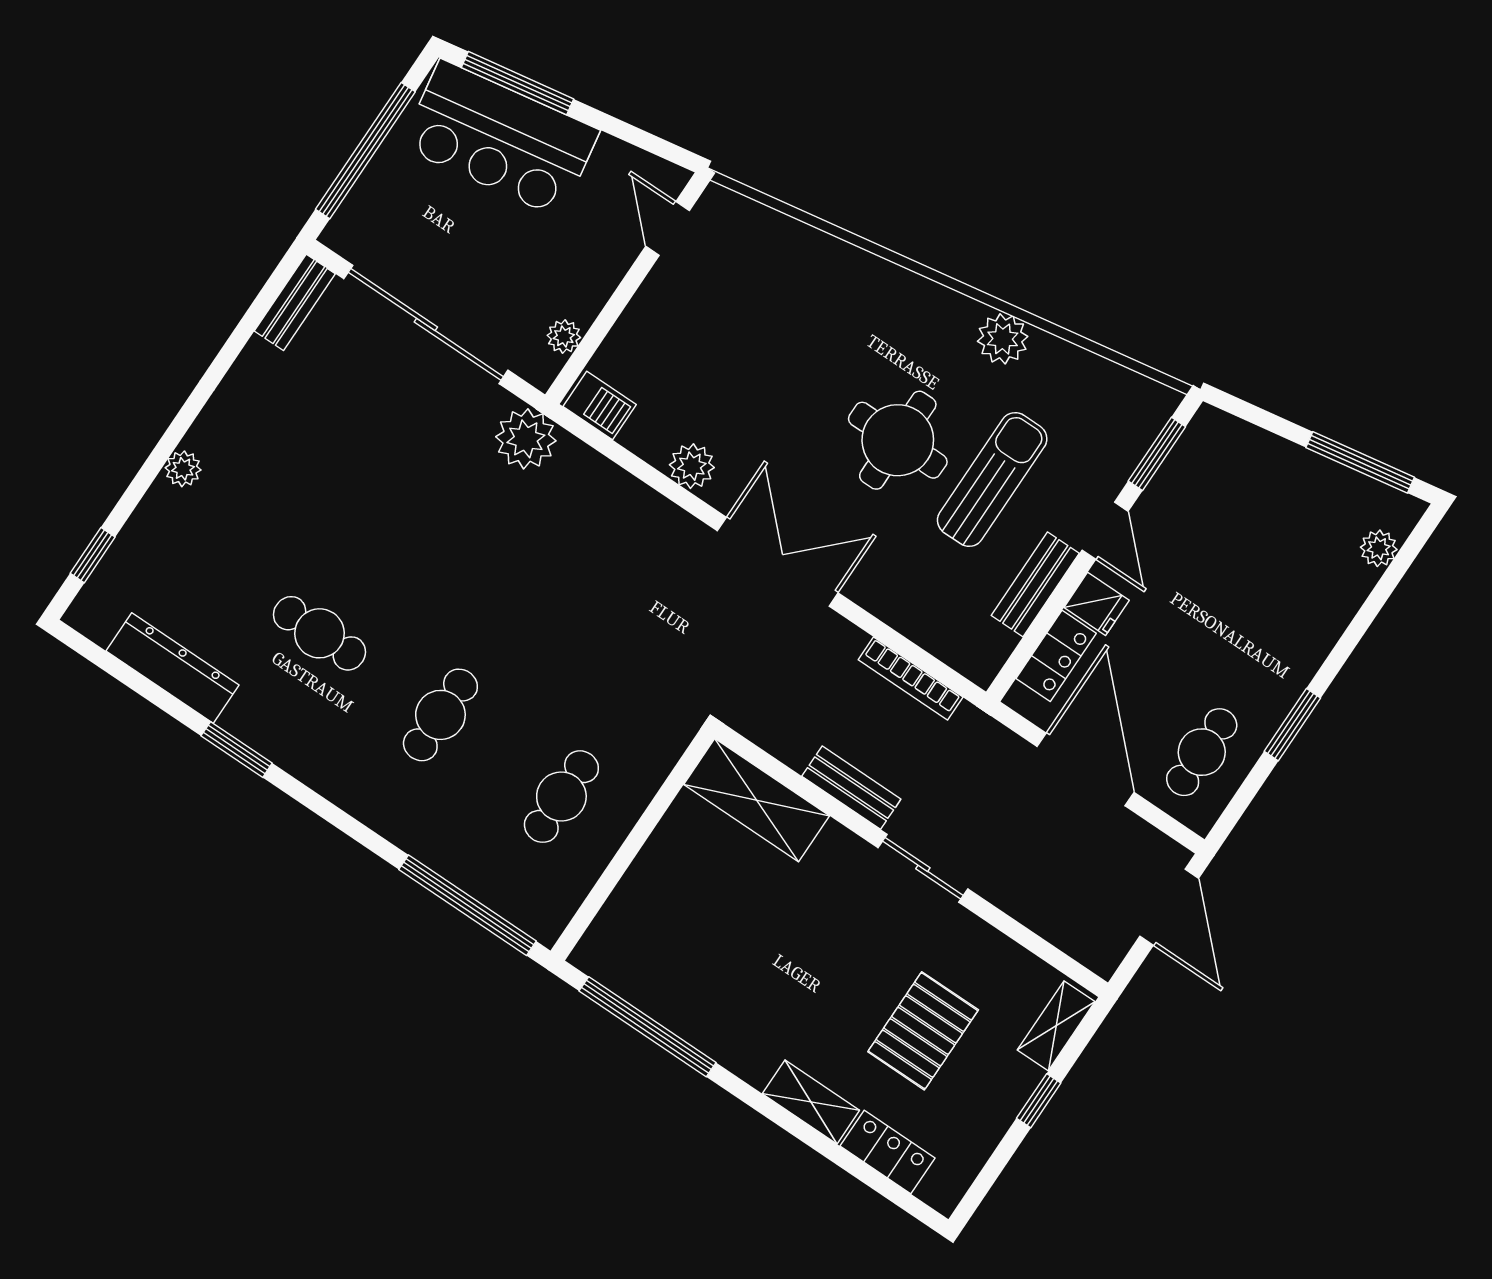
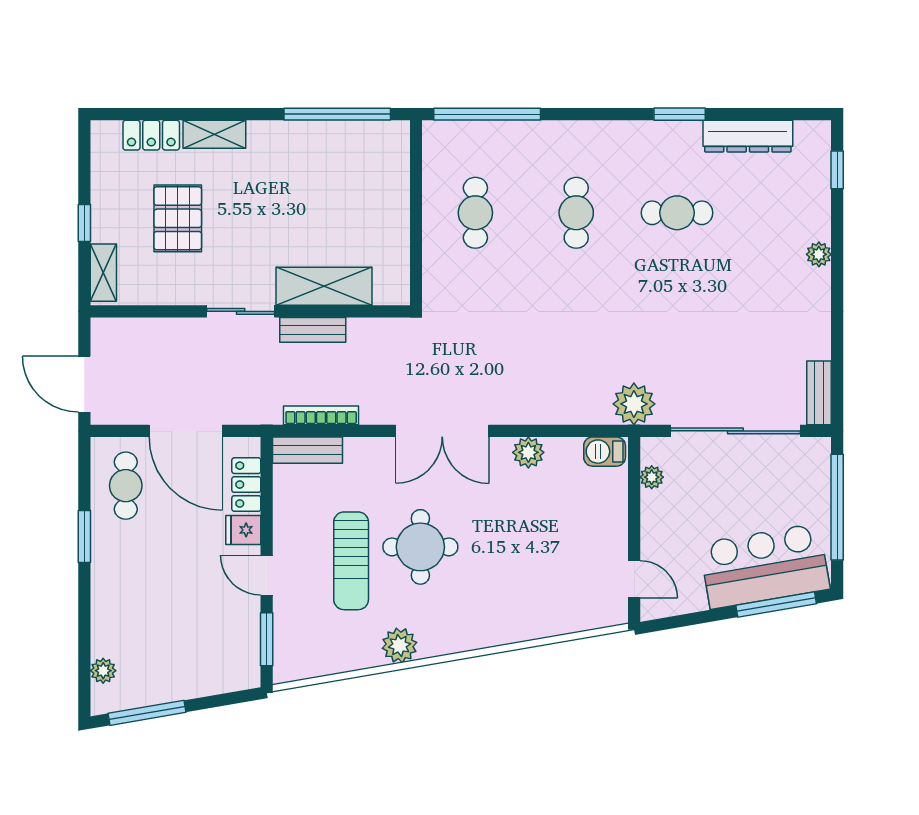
bench: (1035, 584) -> (307, 450), moved, turned 90
shelving: (757, 800) -> (324, 286), moved

